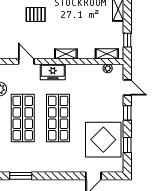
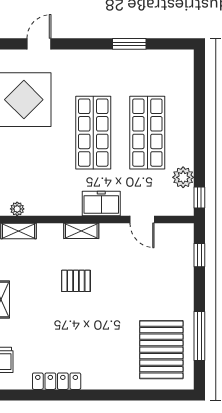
pallet: (36, 14) -> (76, 281), moved
window: (21, 176) -> (129, 44), moved

